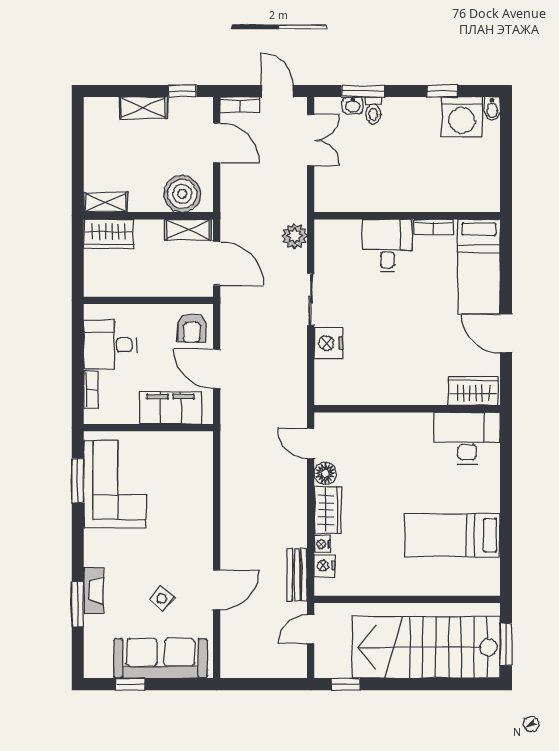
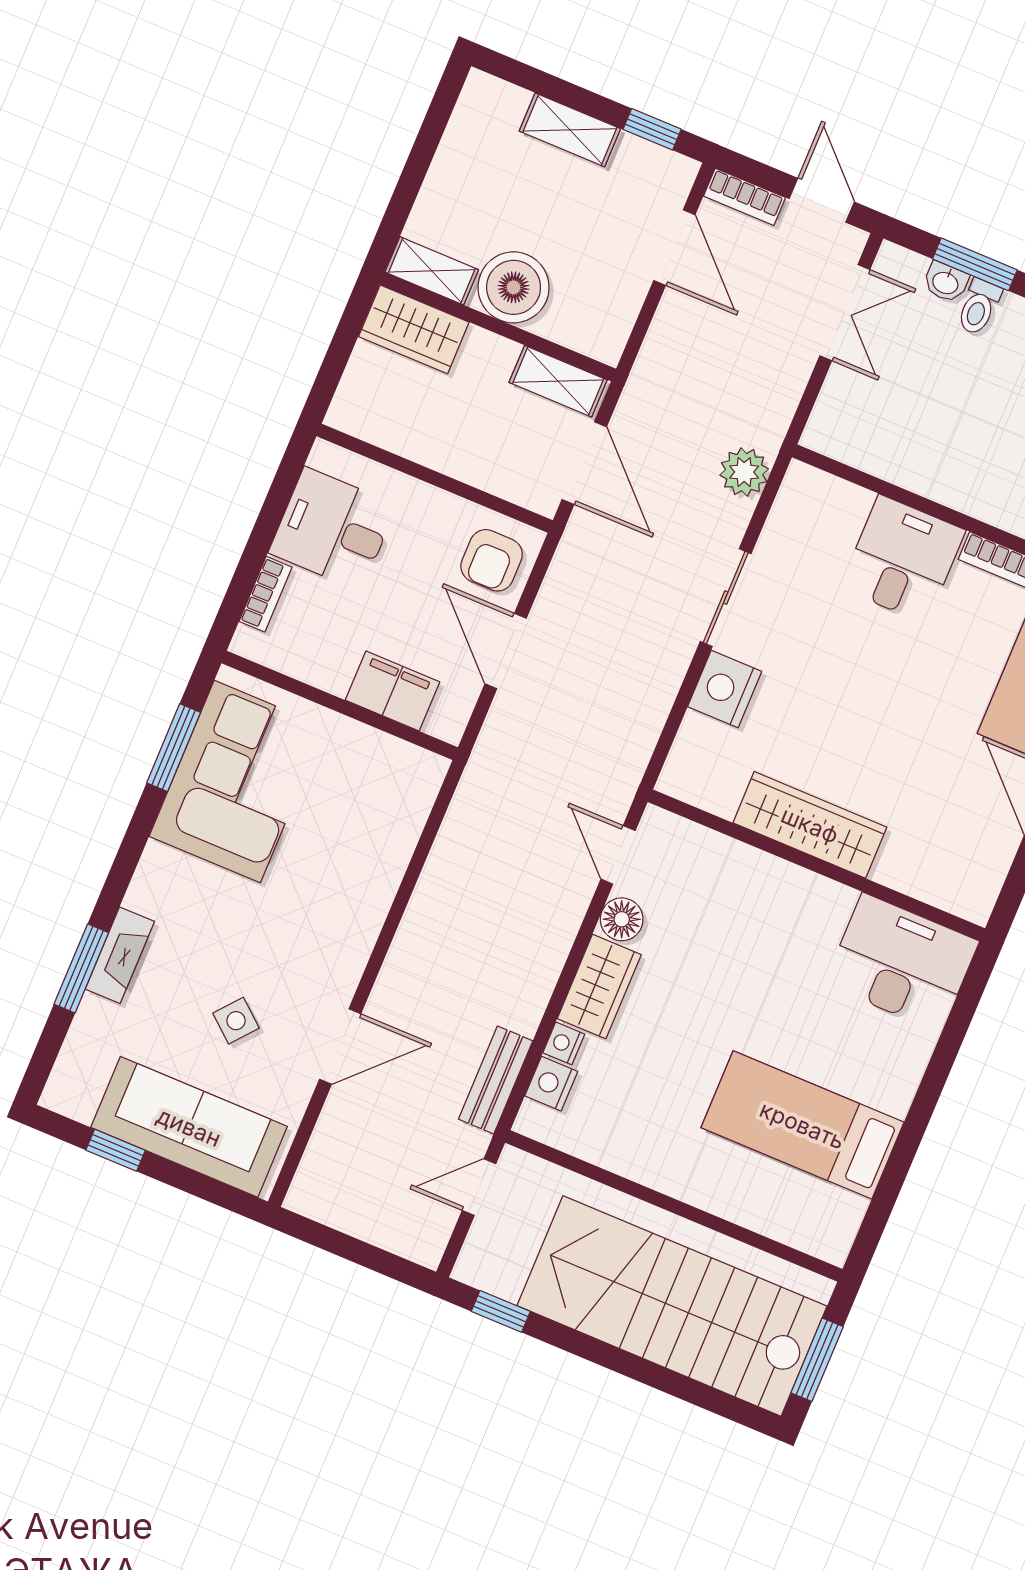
boiler: (182, 194) -> (514, 287), moved
wardrobe: (473, 391) -> (810, 825), moved, width x1.50
filing cabinet: (171, 408) -> (393, 691), width x0.67, depth x0.86

